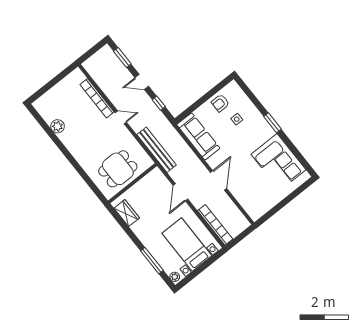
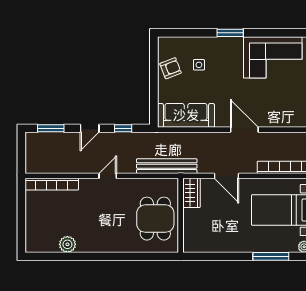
bookcase: (97, 98) -> (52, 184), moved
armchair: (220, 103) -> (171, 68), turned -111
wardrobe: (127, 213) -> (191, 193), moved, turned 90

